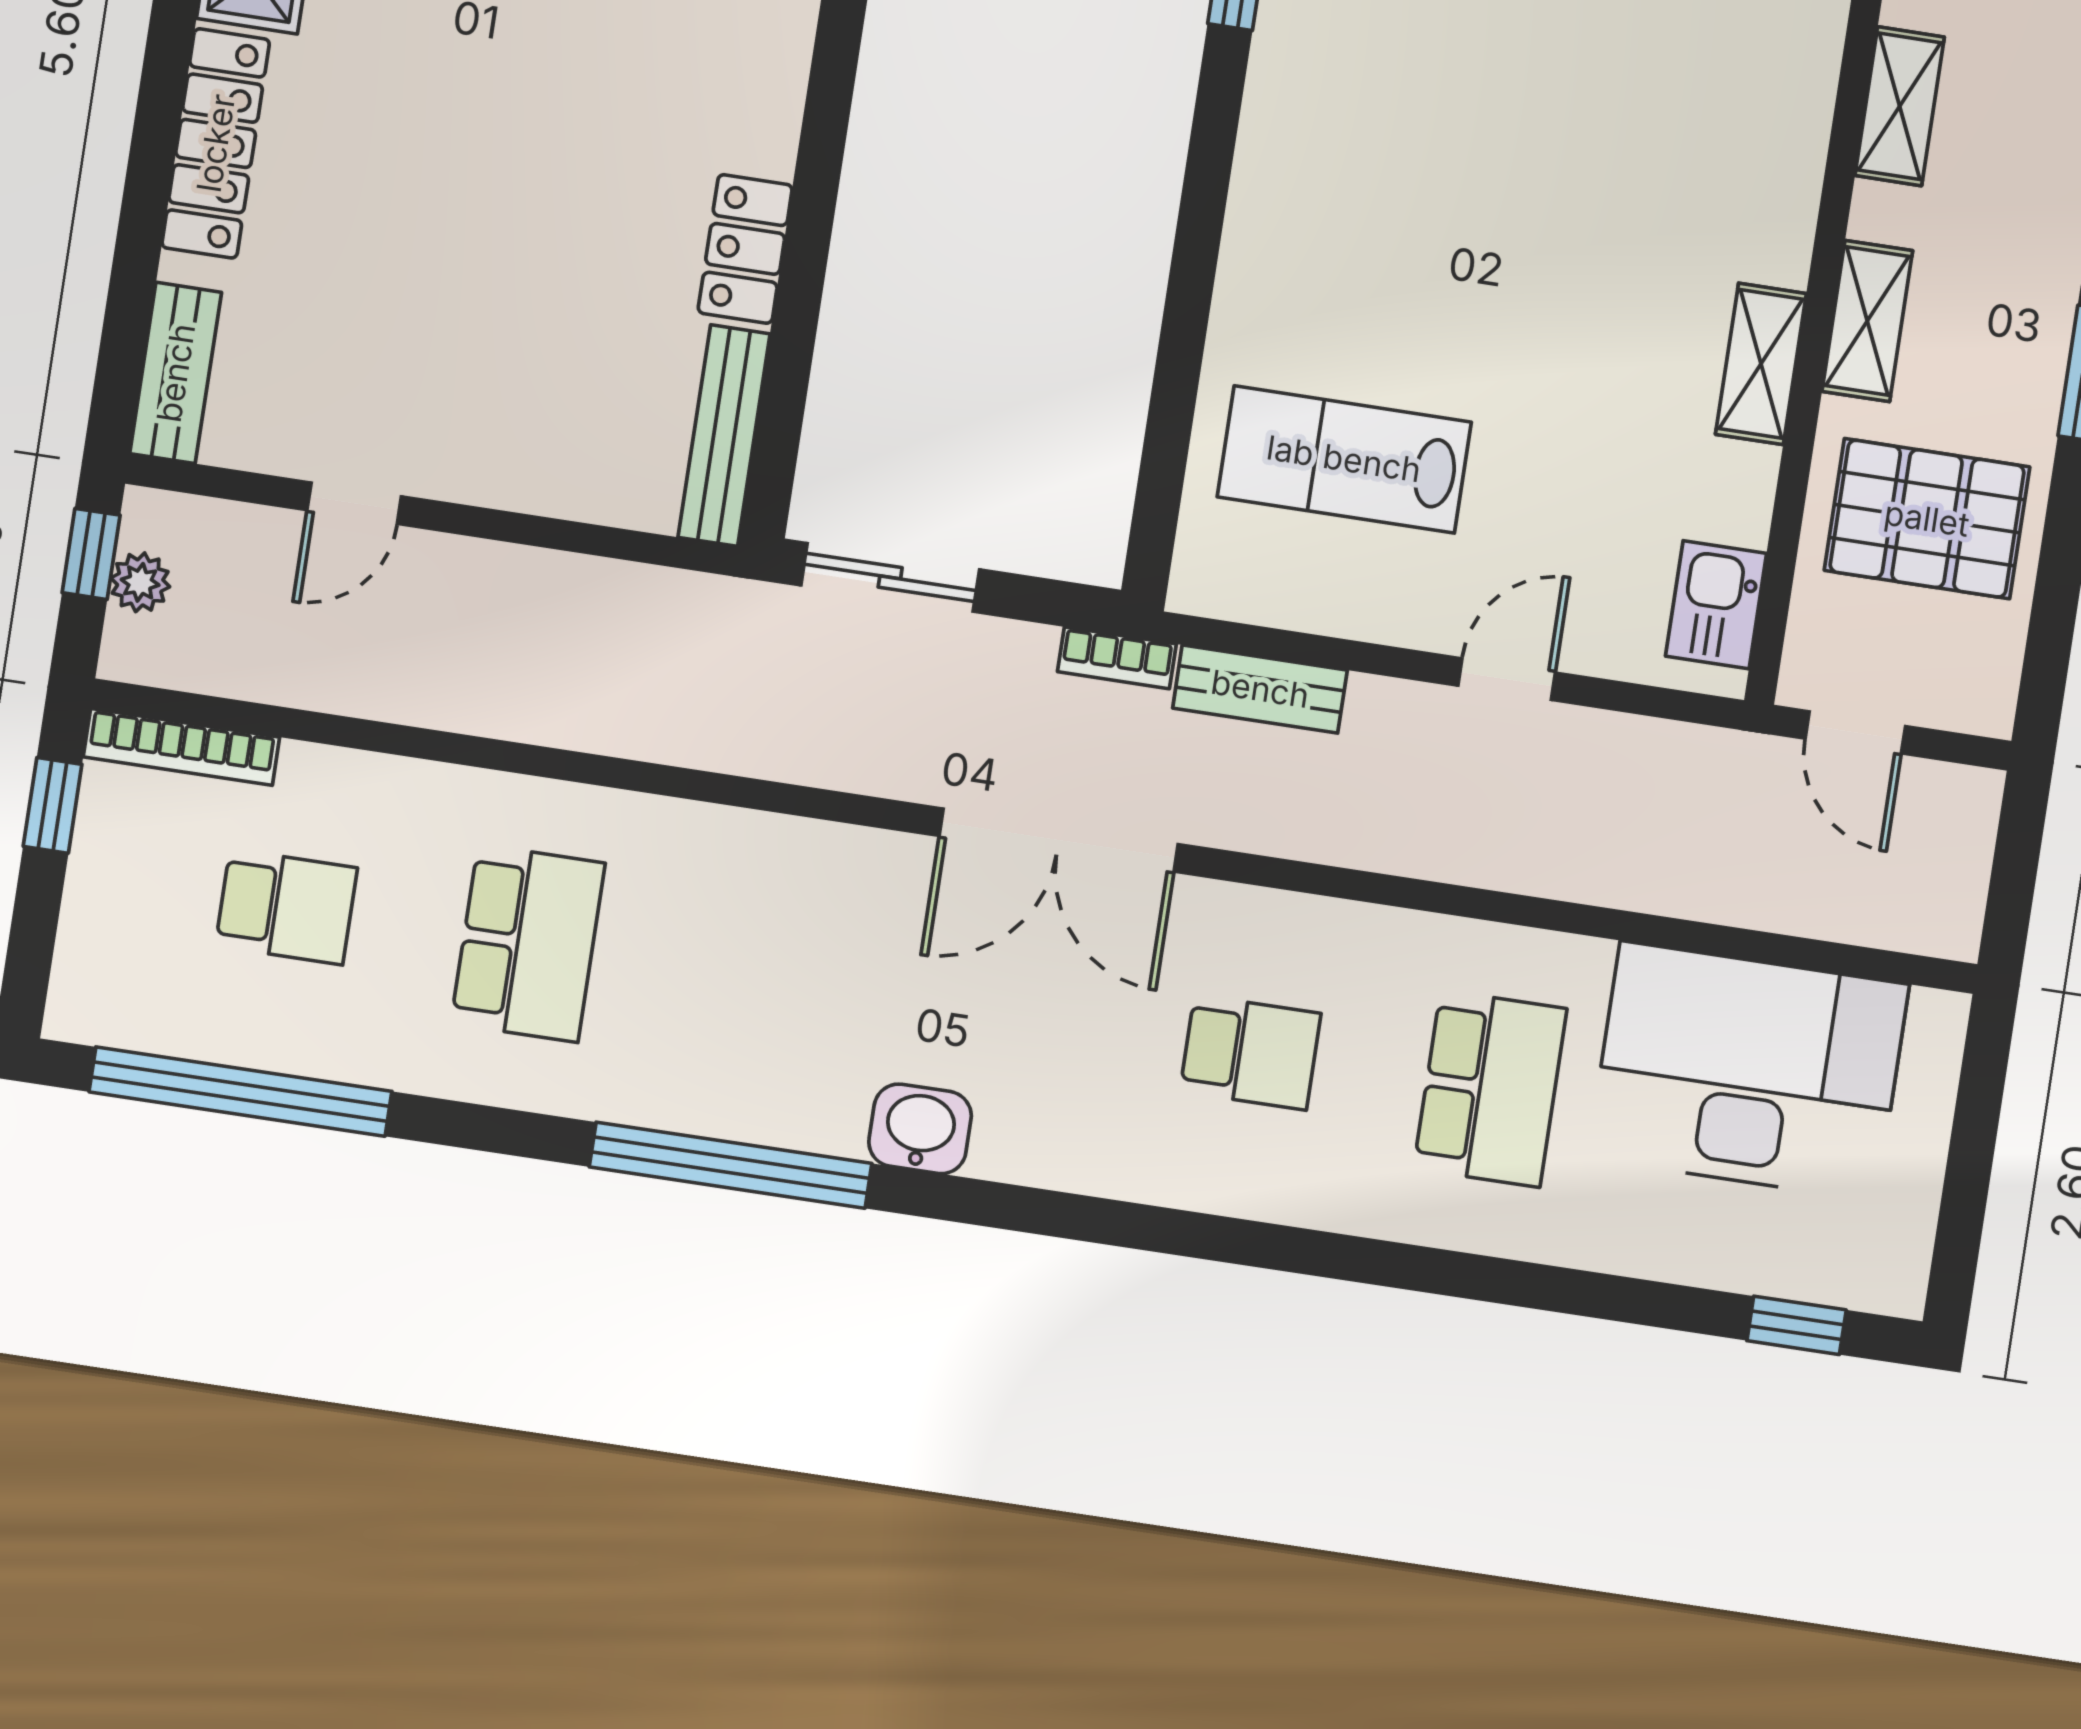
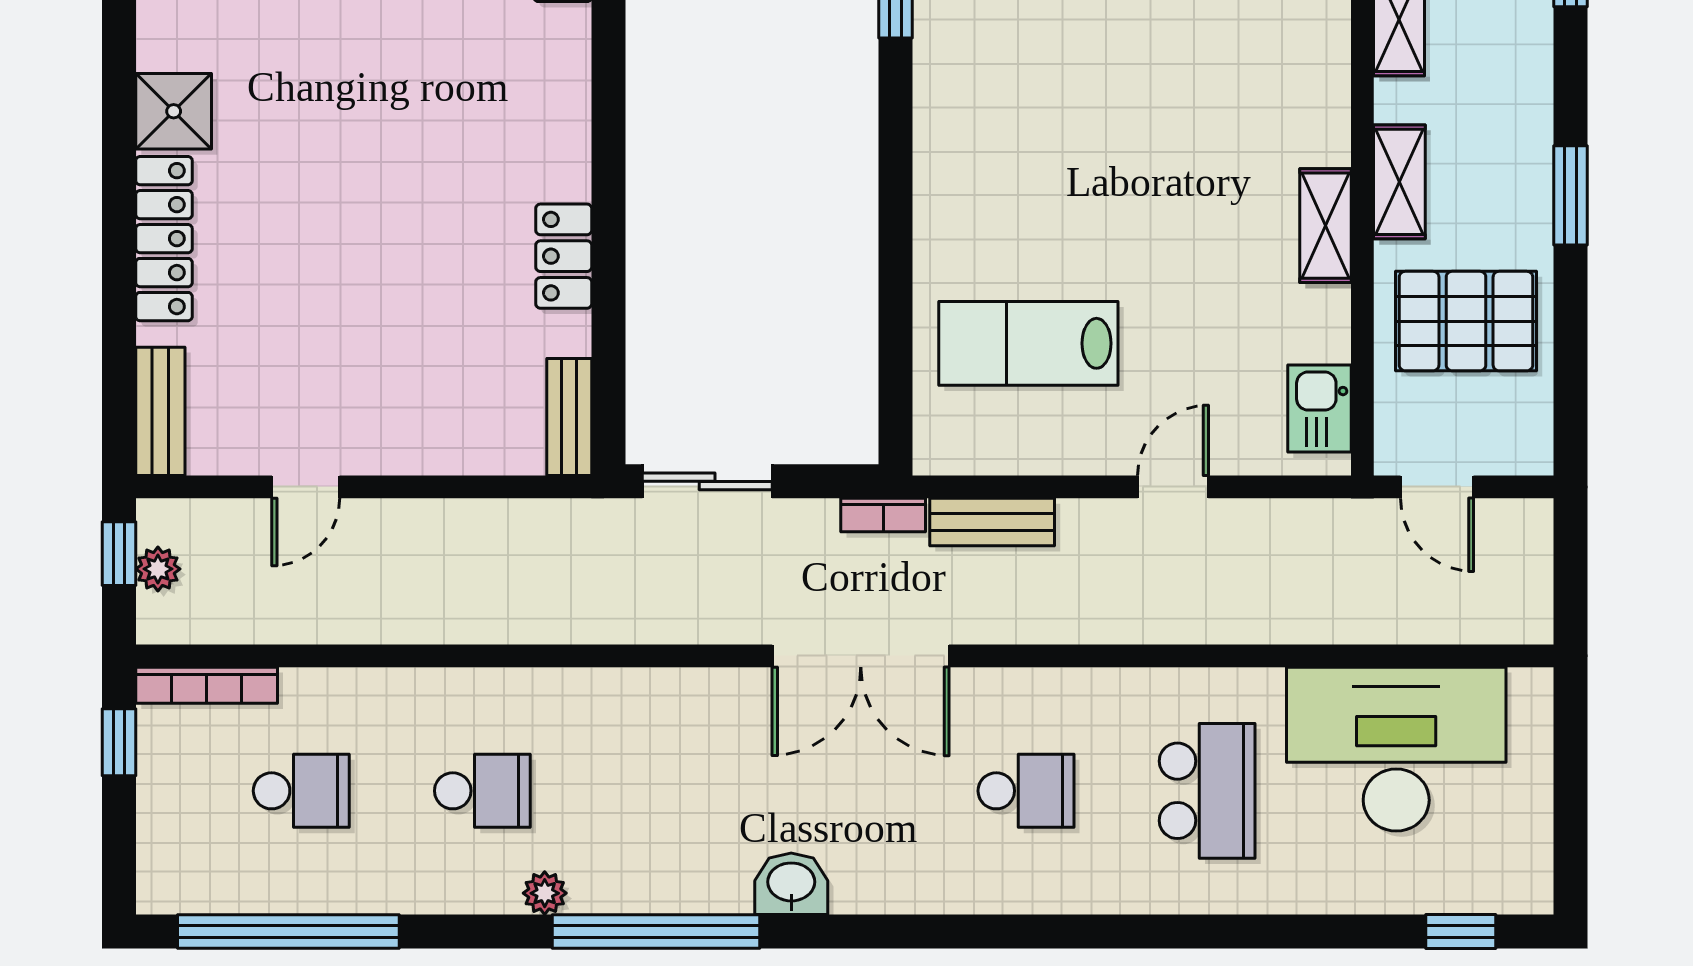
bench: (724, 436) -> (569, 417), width x0.73
school desk: (528, 943) -> (482, 791), width x0.54
plant: (590, 1092) -> (545, 893), added

